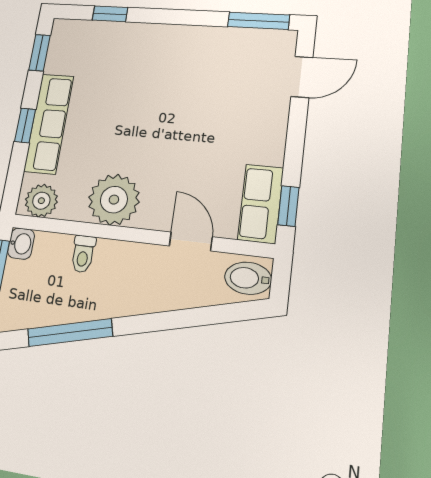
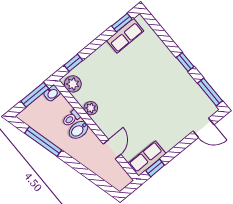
window: (110, 14) -> (185, 62), moved
row of seats: (49, 123) -> (125, 36), moved, width x0.68
window: (25, 126) -> (73, 63), moved
plant: (114, 200) -> (91, 108), width x0.53, depth x0.53
bidet: (248, 278) -> (79, 130), moved, turned -90

